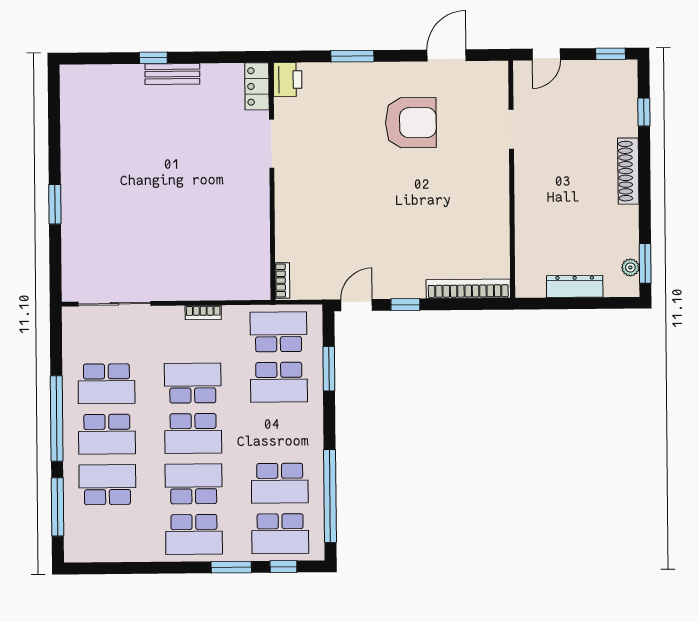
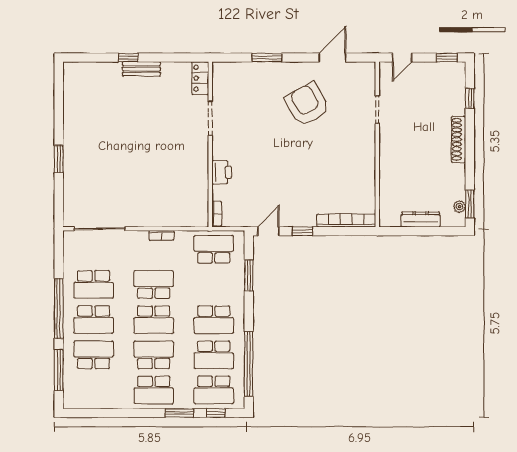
printer: (288, 80) -> (222, 172), moved
armchair: (411, 123) -> (307, 104), turned -120
school desk: (279, 382) -> (214, 320), moved

